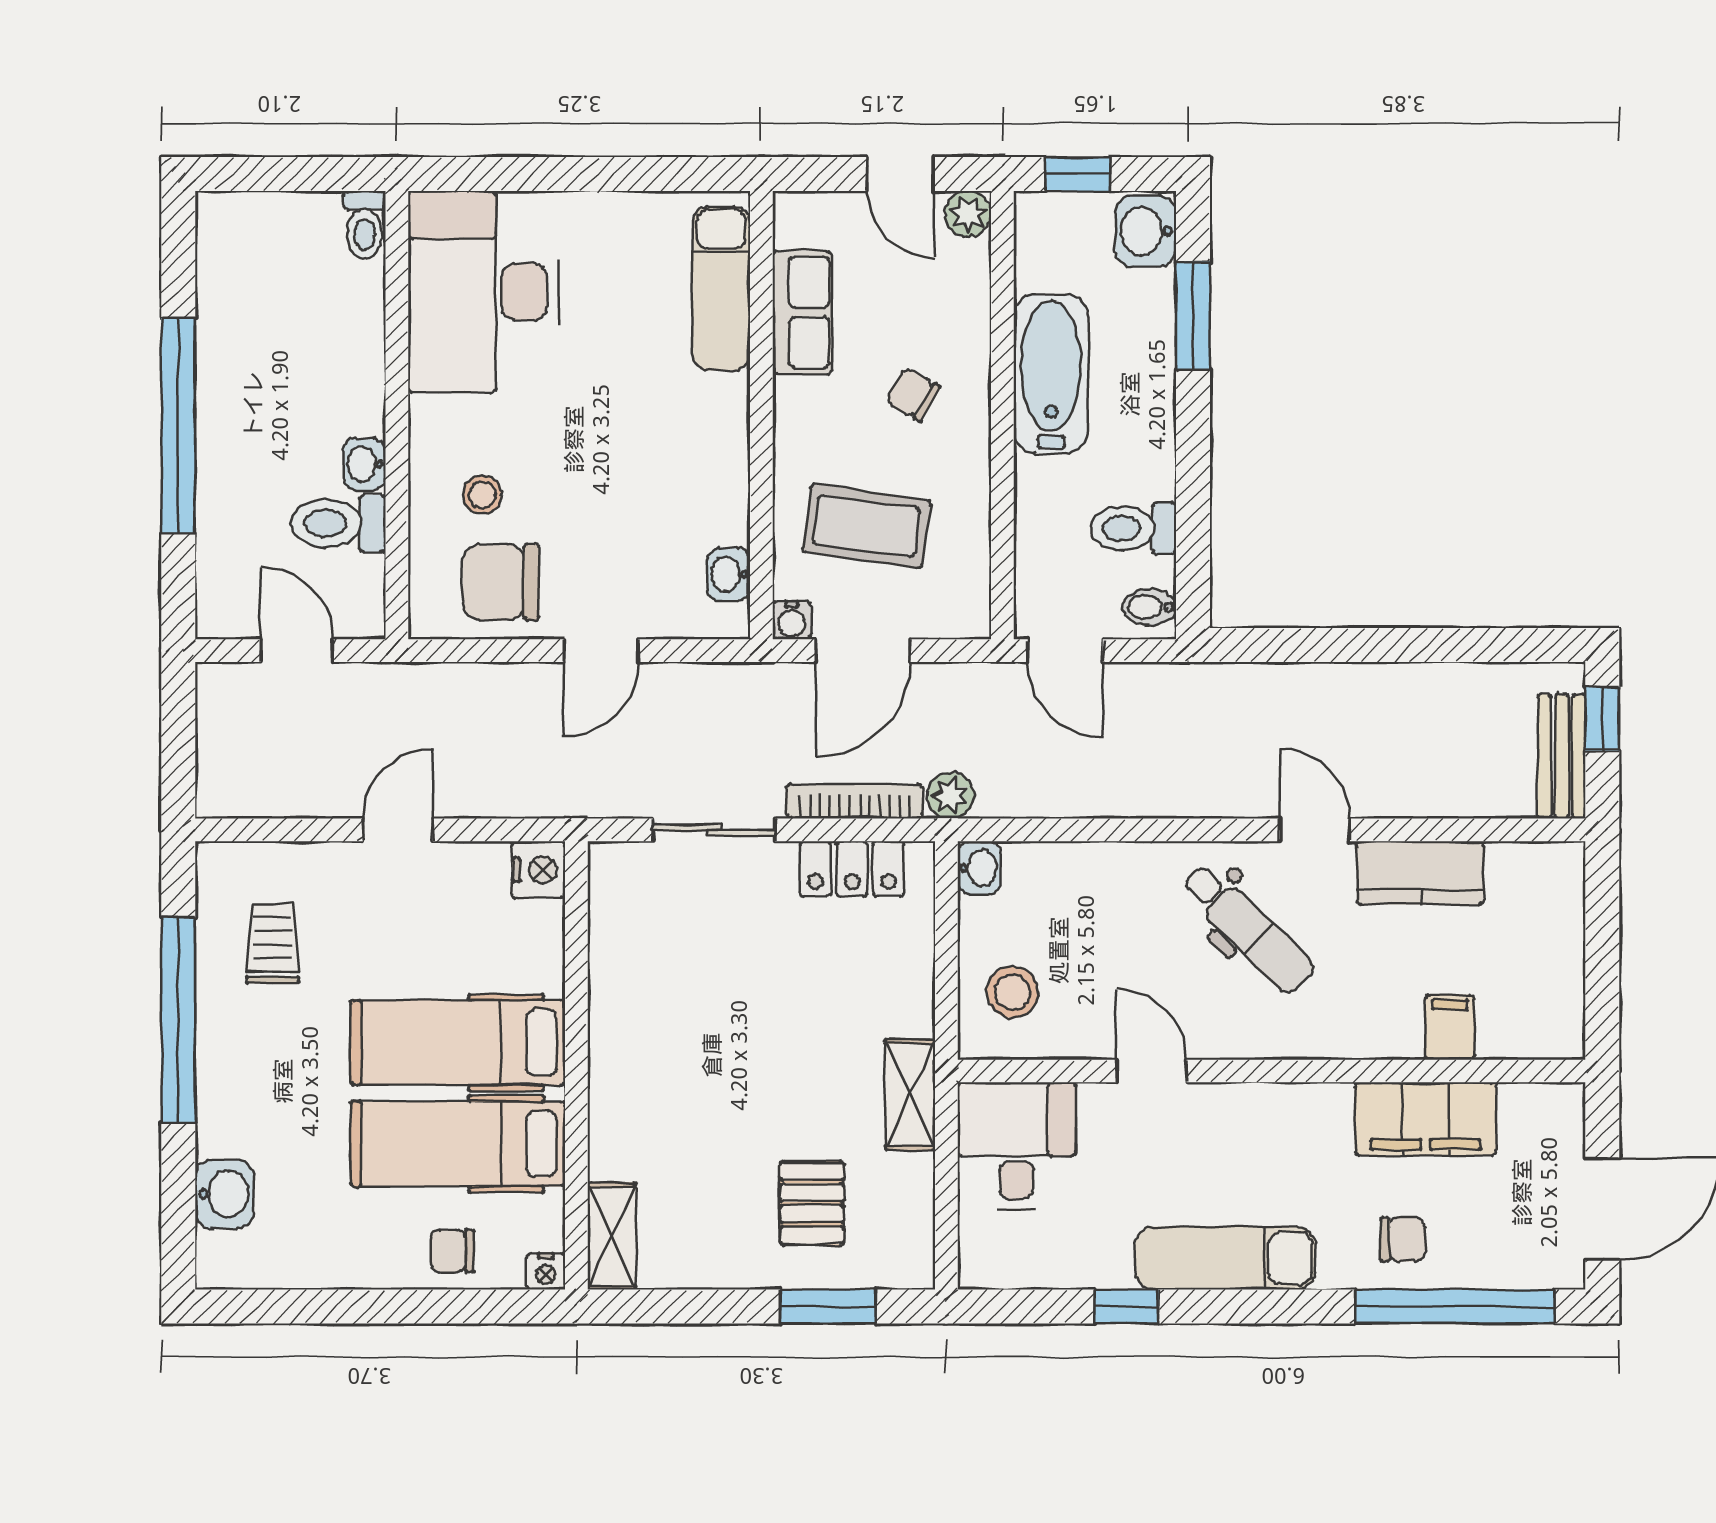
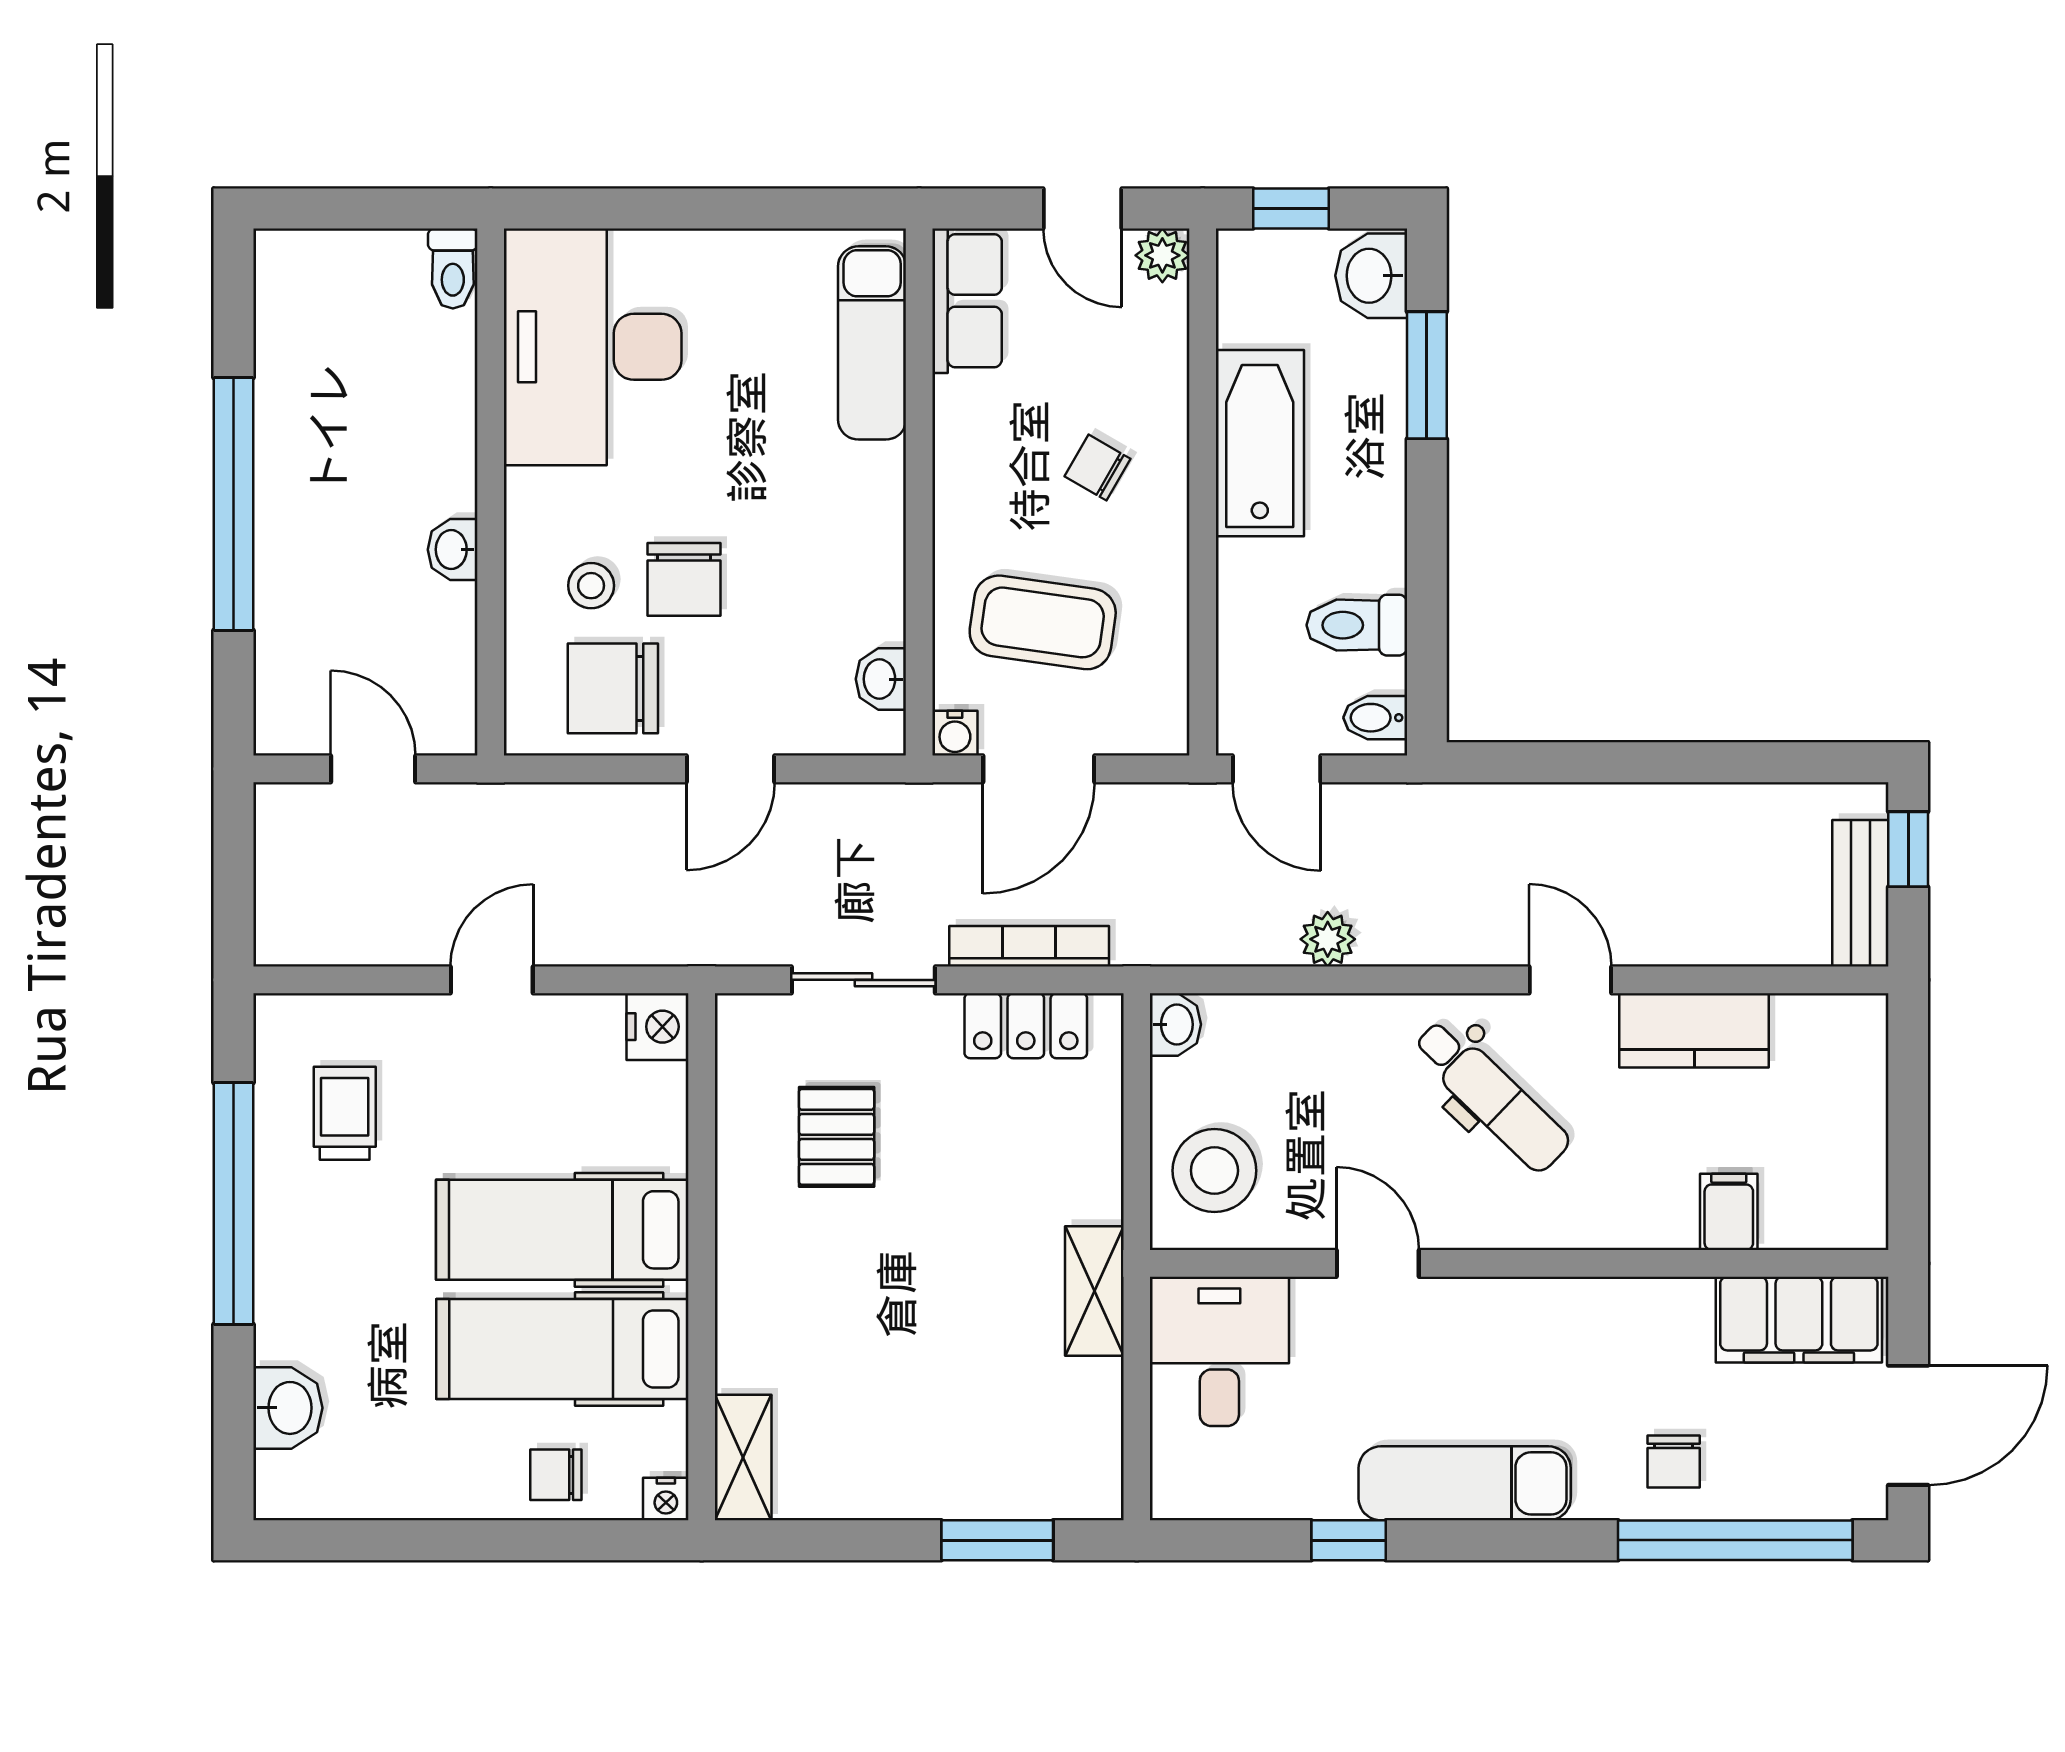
row of seats: (802, 312) -> (967, 301), moved
chair: (561, 489) -> (684, 579), added
toilet: (338, 523) -> (422, 619), removed
plant: (950, 795) -> (1328, 939), moved
stool: (1012, 992) -> (1214, 1171), width x1.38, depth x1.38
filing cabinet: (1426, 1119) -> (1799, 1320), moved
pallet: (812, 1203) -> (837, 1137), moved
chair: (1403, 1240) -> (1674, 1461), turned 90

